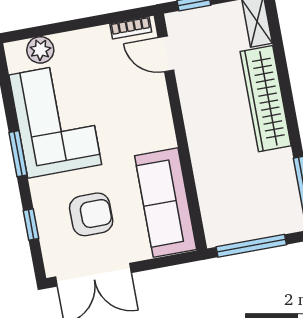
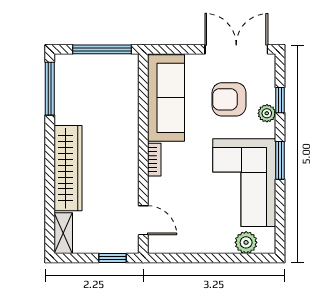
bookcase: (131, 28) -> (154, 160), moved, turned 90
plant: (44, 206) -> (267, 113), added

